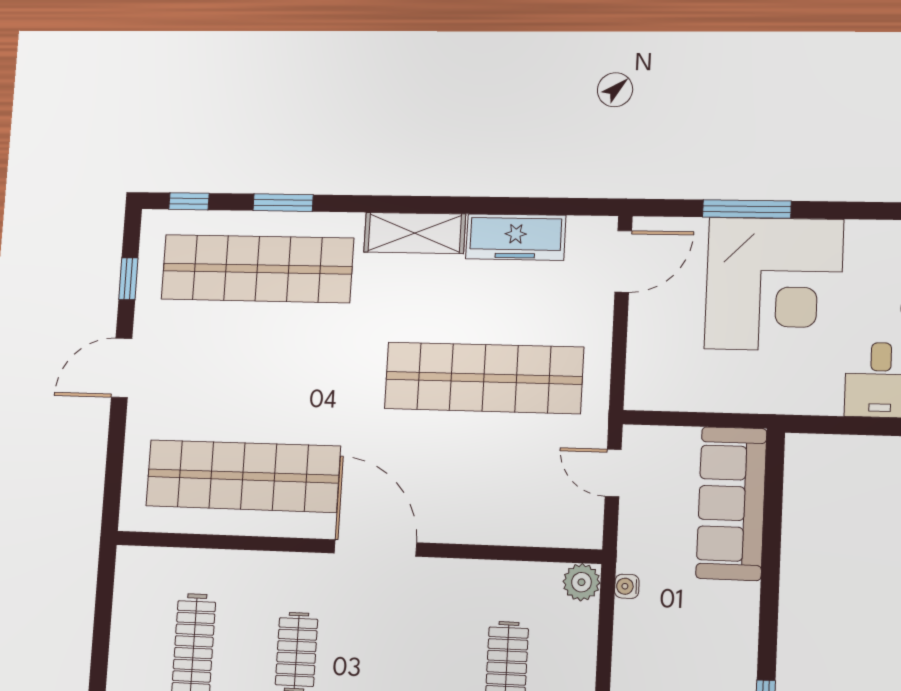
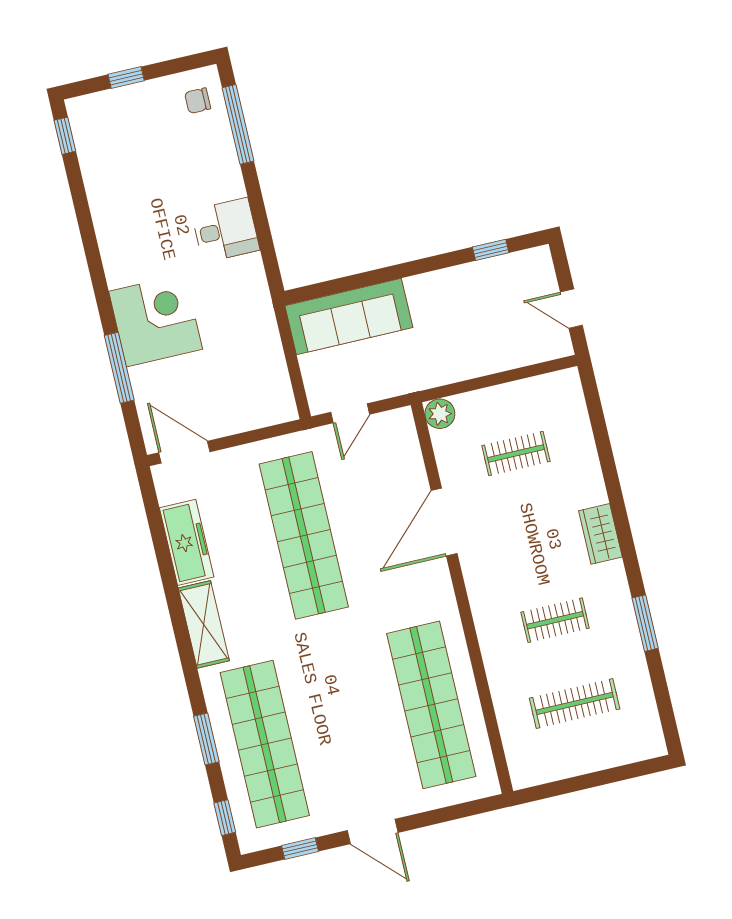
corner desk: (774, 284) -> (156, 320), width x0.74, depth x0.74
door: (375, 548) -> (444, 522), moved
water cooler: (627, 586) -> (433, 378), removed

